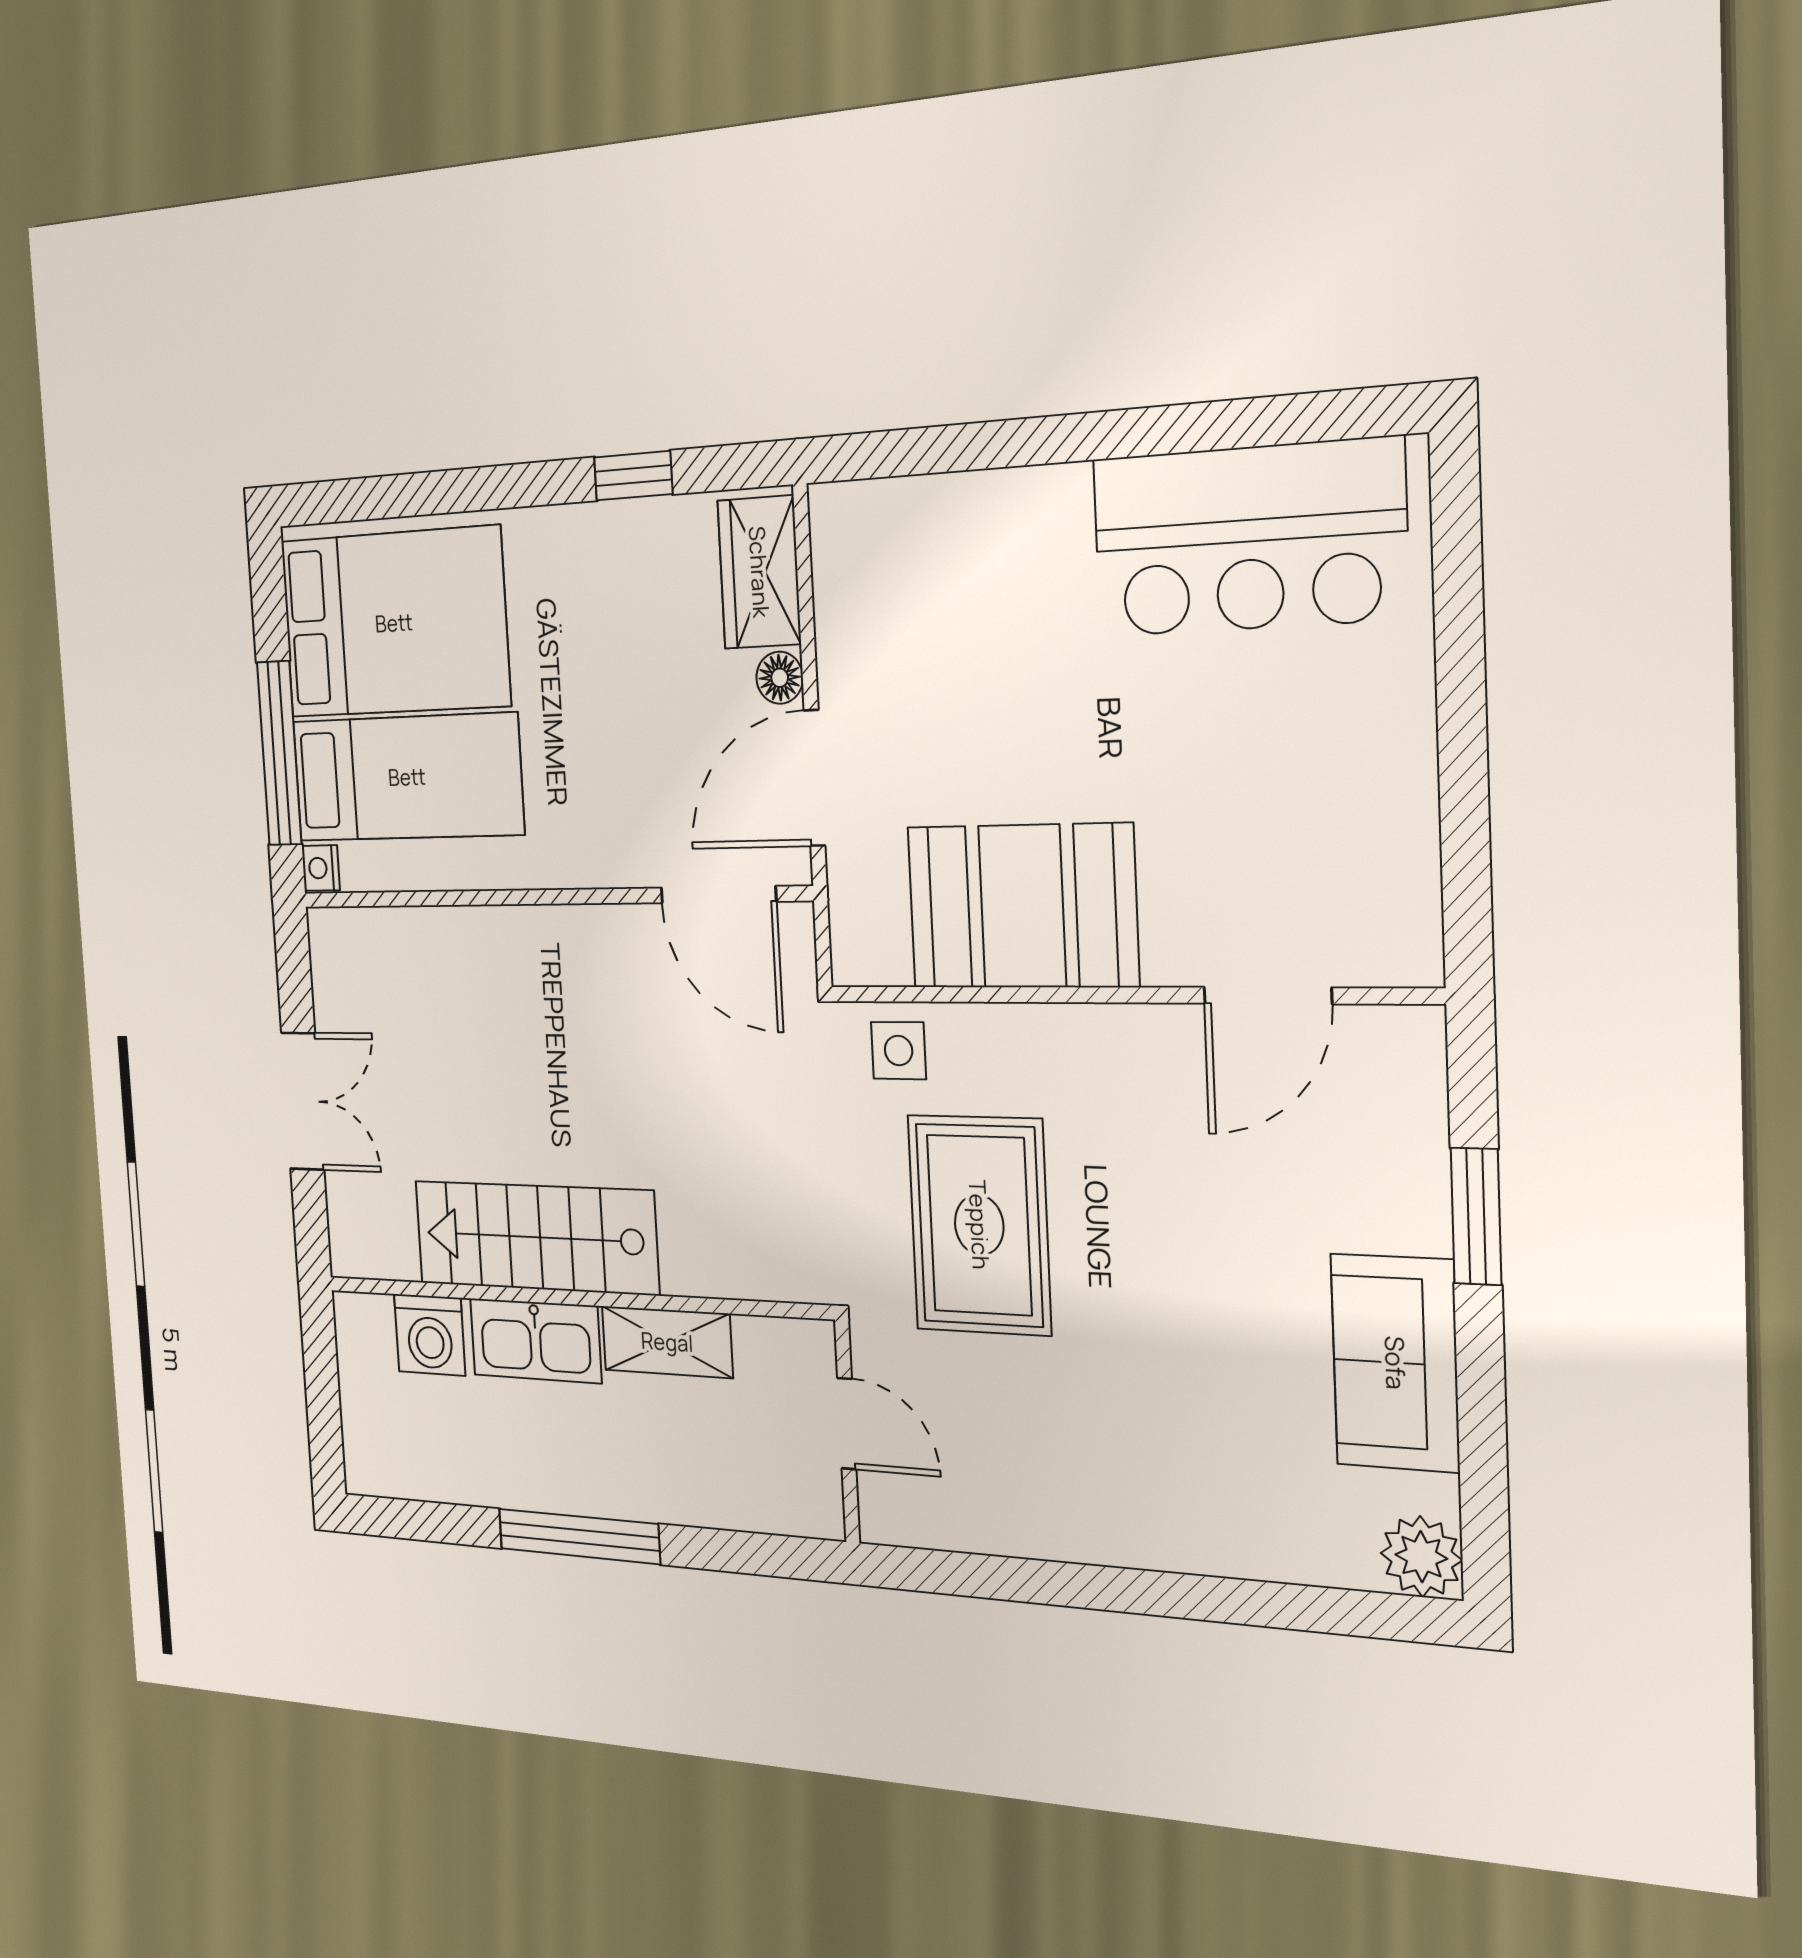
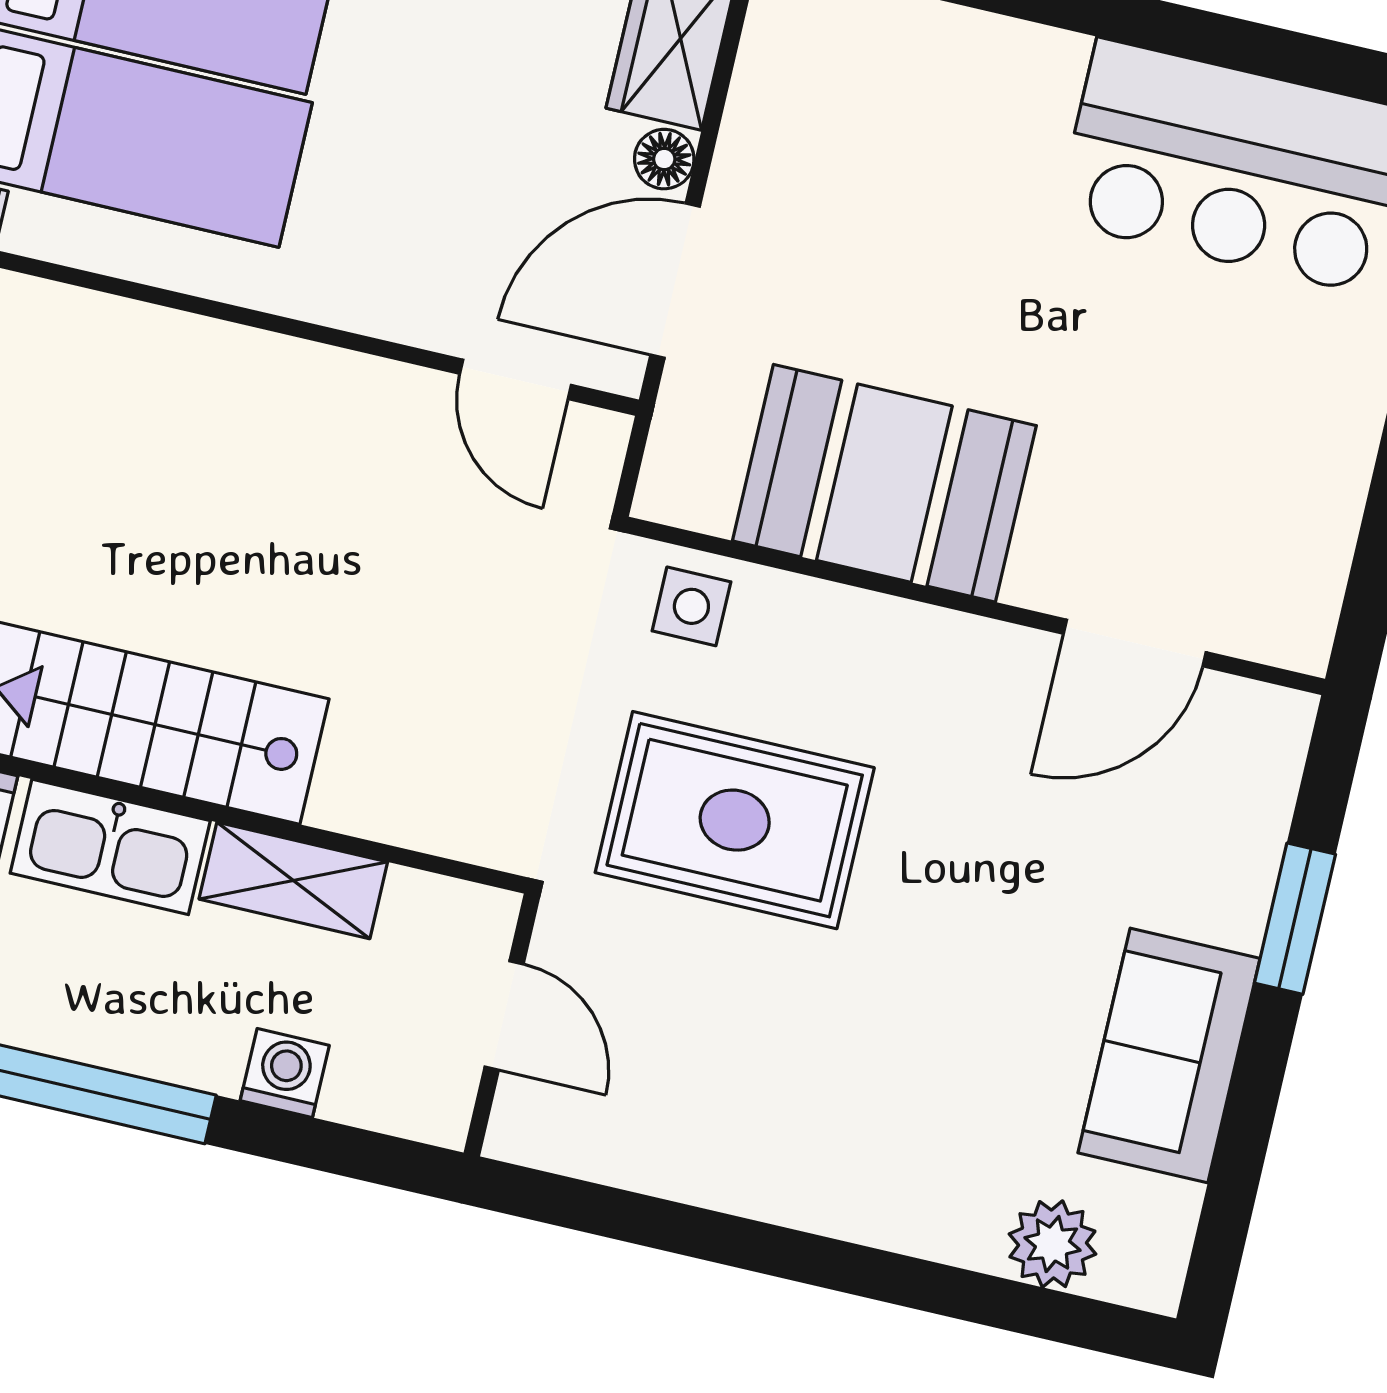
door: (718, 895) -> (515, 379), width x0.73
rug: (979, 1225) -> (735, 820), turned 90
washing machine: (701, 1498) -> (285, 1073), added
plant: (1421, 1557) -> (1052, 1244), moved

